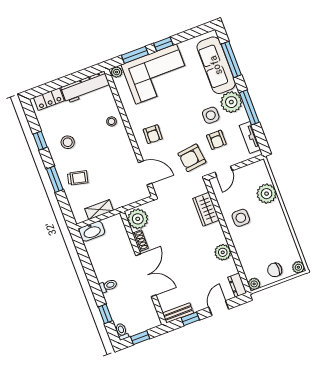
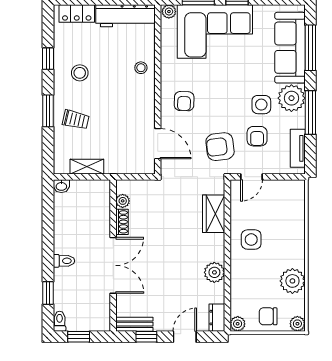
plant: (267, 194) -> (292, 281), moved
plant: (138, 219) -> (123, 201), width x0.53, depth x0.53
washbasin: (92, 231) -> (61, 186), width x0.52, depth x0.69

